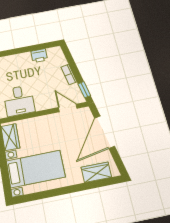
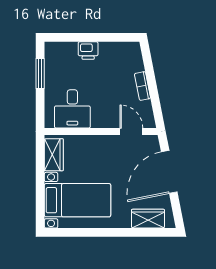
printer: (39, 56) -> (88, 51), moved
window: (84, 90) -> (157, 111), removed

